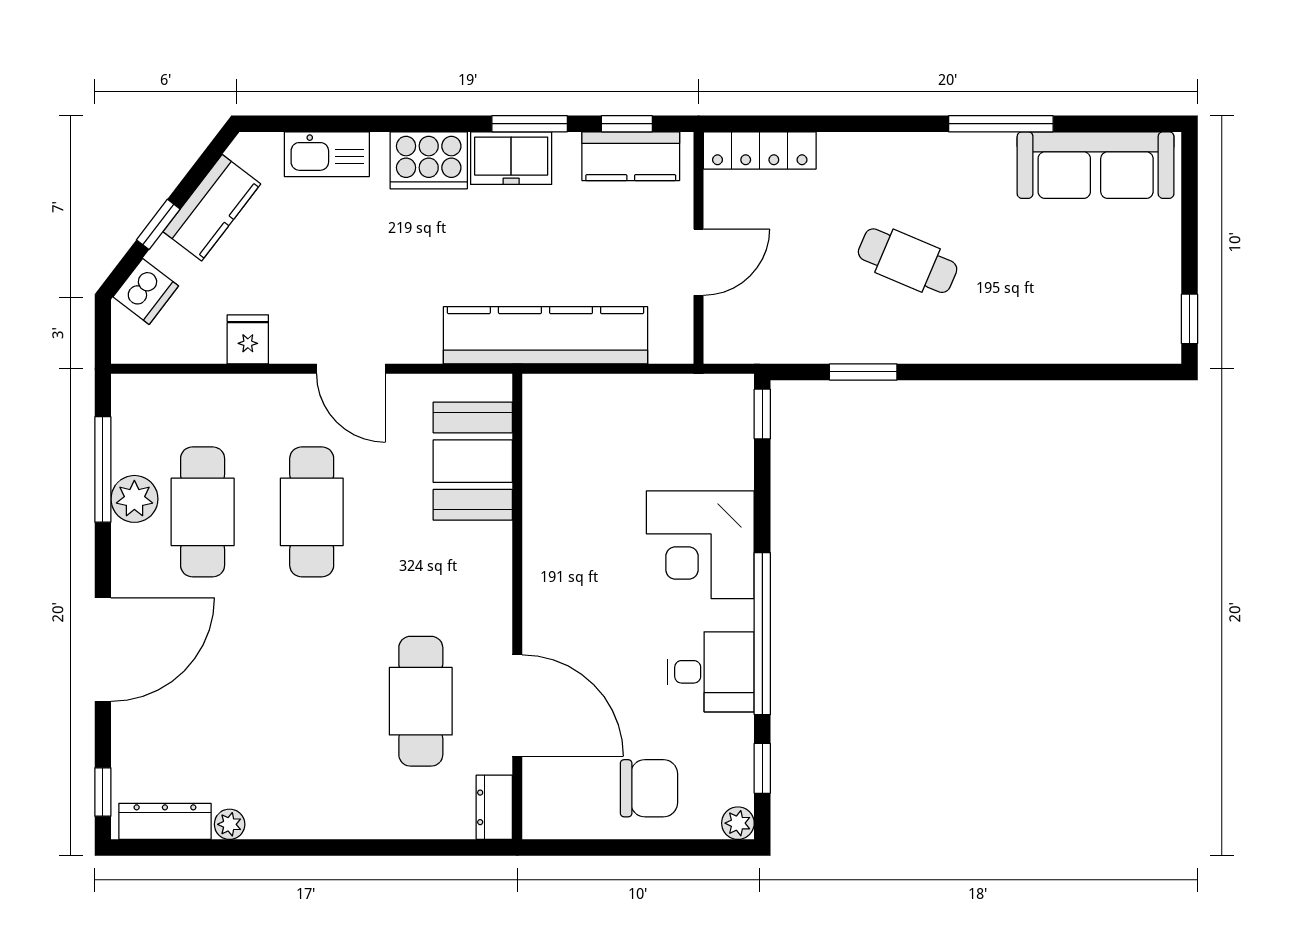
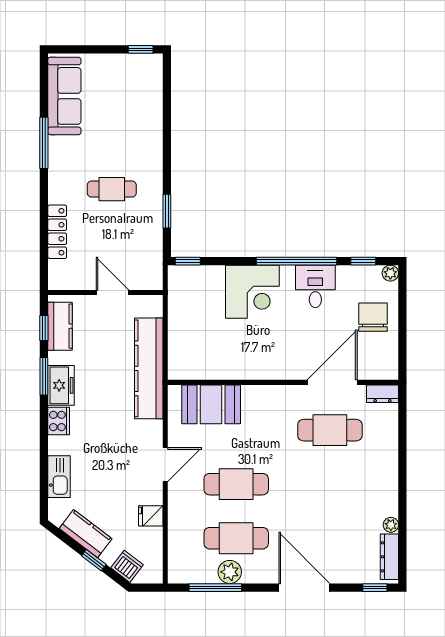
locker: (760, 150) -> (57, 232), moved
cooker: (429, 160) -> (59, 421), width x0.73, depth x0.76
cafe table: (908, 261) -> (112, 189), turned 67

